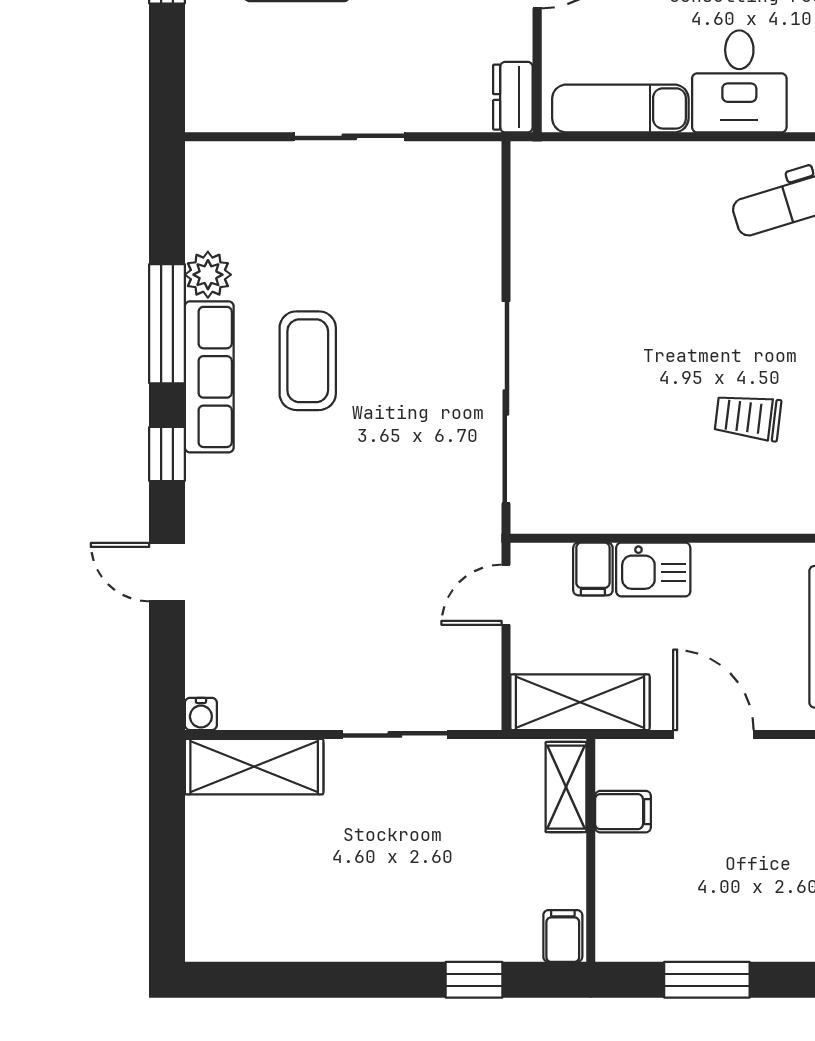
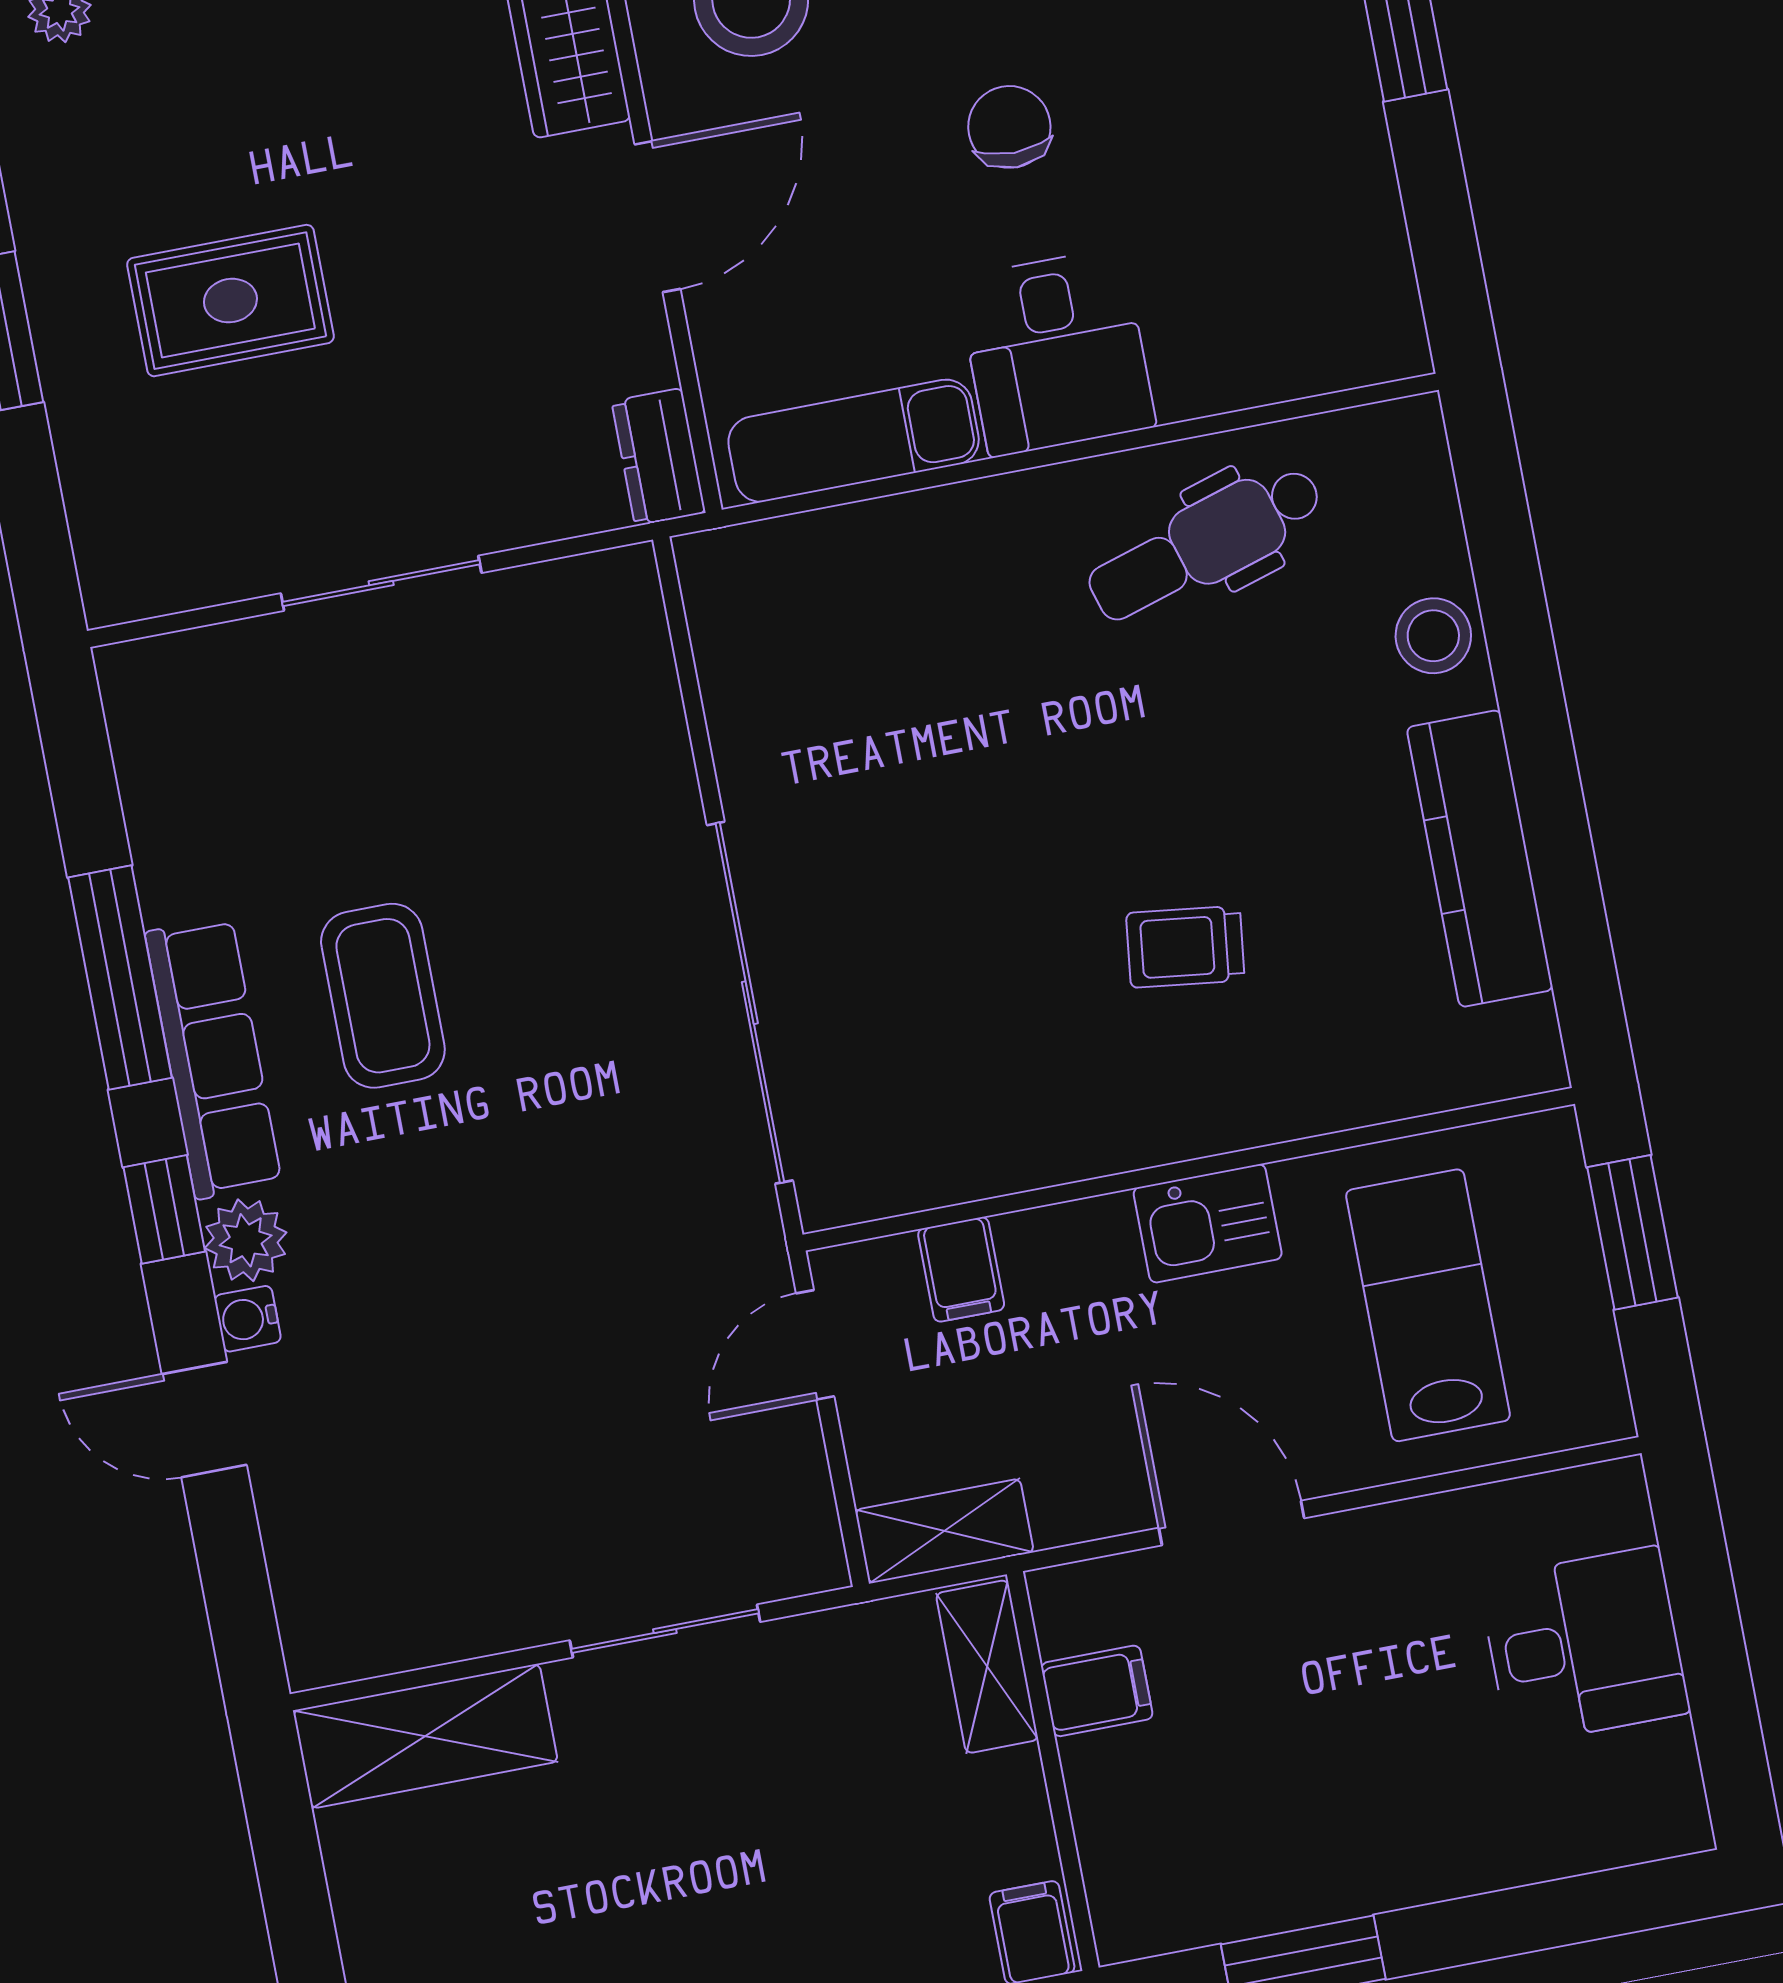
plant: (208, 275) -> (246, 1240), moved
kitchen sink: (653, 570) -> (1208, 1223), moved
shelving: (580, 702) -> (944, 1531), width x0.67, depth x0.75
water cooler: (201, 714) -> (248, 1319), moved, turned 90

